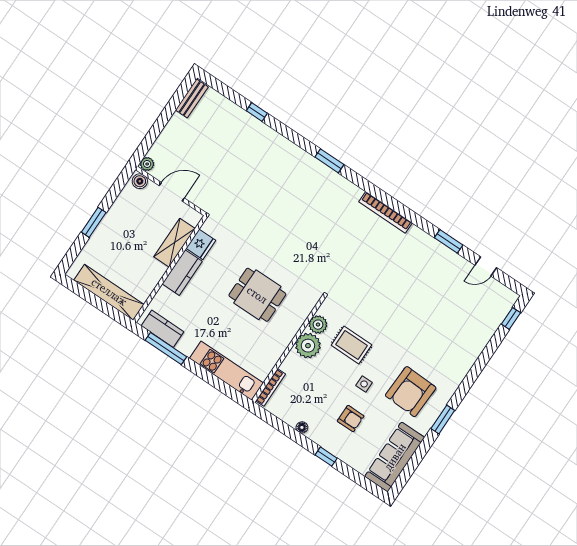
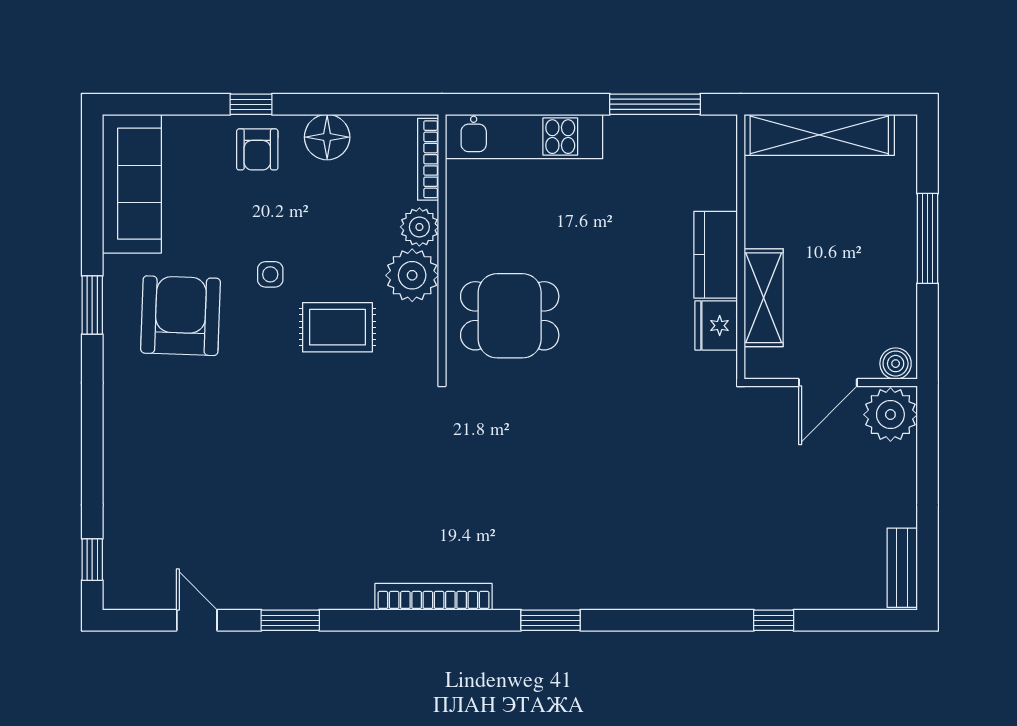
window: (329, 161) -> (551, 620), moved
plant: (147, 164) -> (890, 415), width x1.87, depth x1.87
window: (94, 222) -> (927, 238), width x1.44
door: (486, 266) -> (197, 620), hinge flipped
dining table: (257, 295) -> (510, 316), moved
plant: (318, 325) -> (419, 227), moved
kitchen counter: (162, 329) -> (684, 135), removed
armchair: (351, 419) -> (257, 149), moved, turned -90
floor lamp: (302, 427) -> (327, 137), width x1.89, depth x1.89

